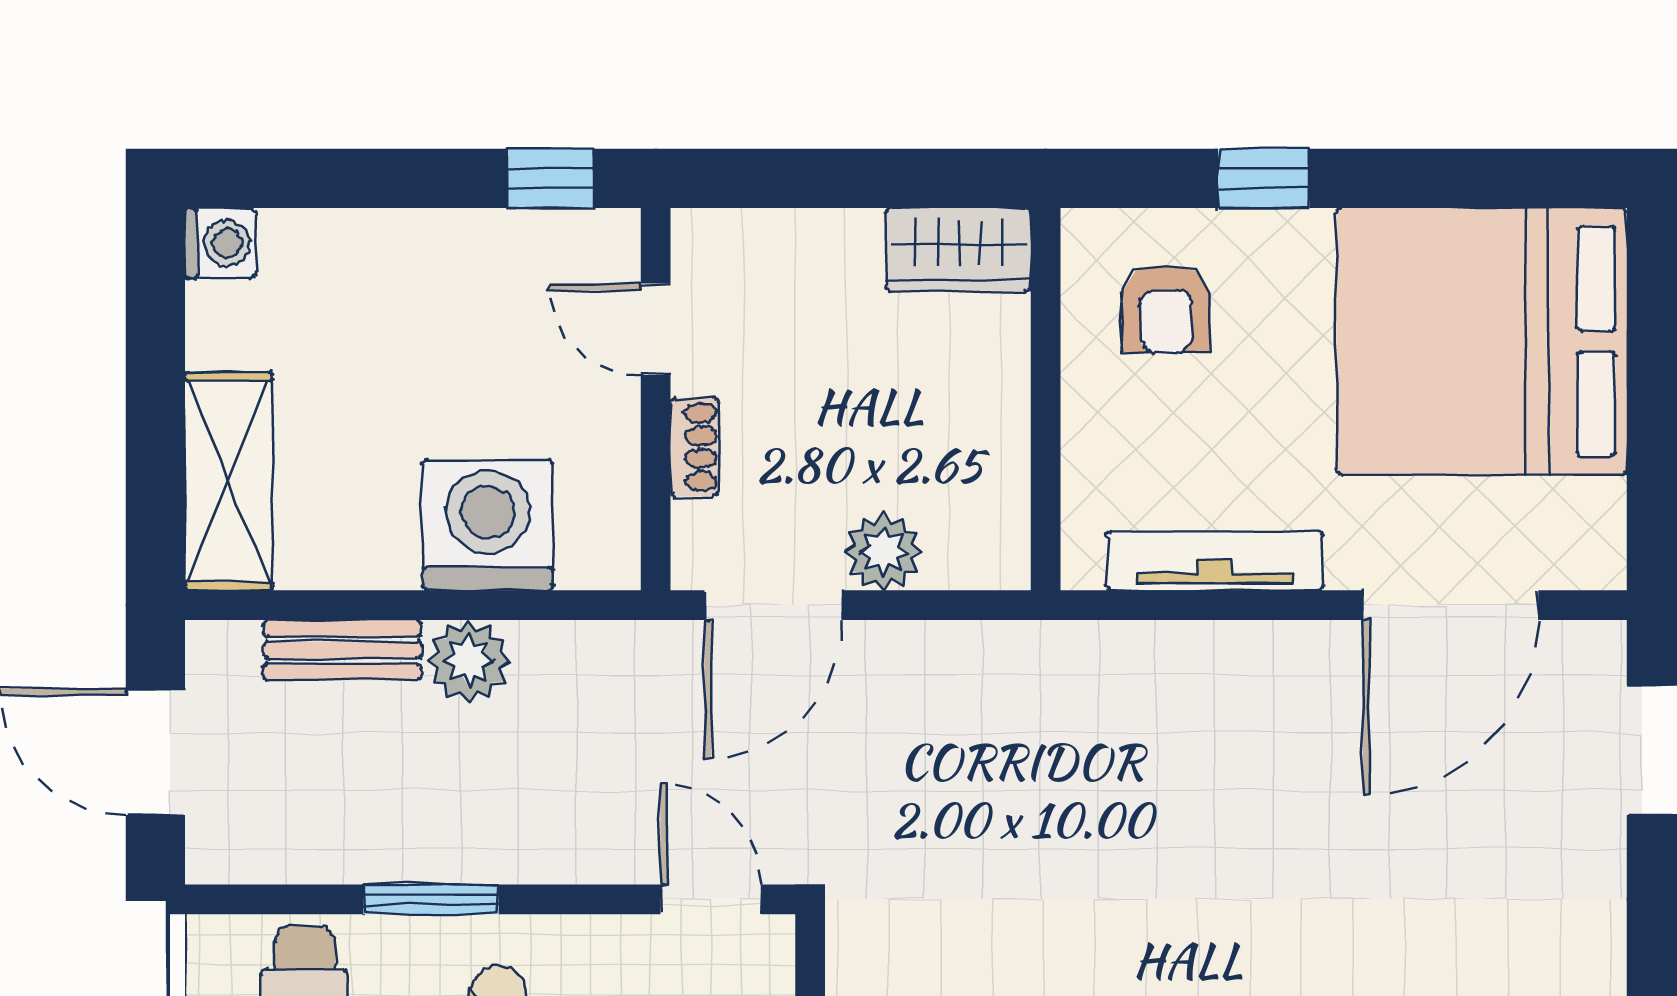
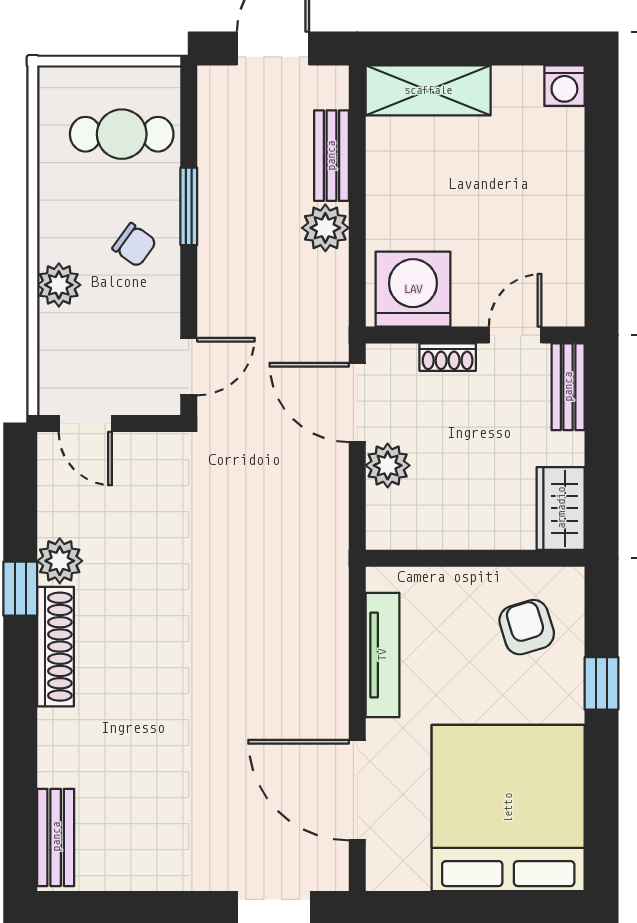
window: (550, 178) -> (602, 275), removed
bench: (746, 237) -> (568, 387), added
armchair: (1166, 309) -> (527, 627), turned 73
washing machine: (488, 525) -> (413, 289), moved, turned -90

